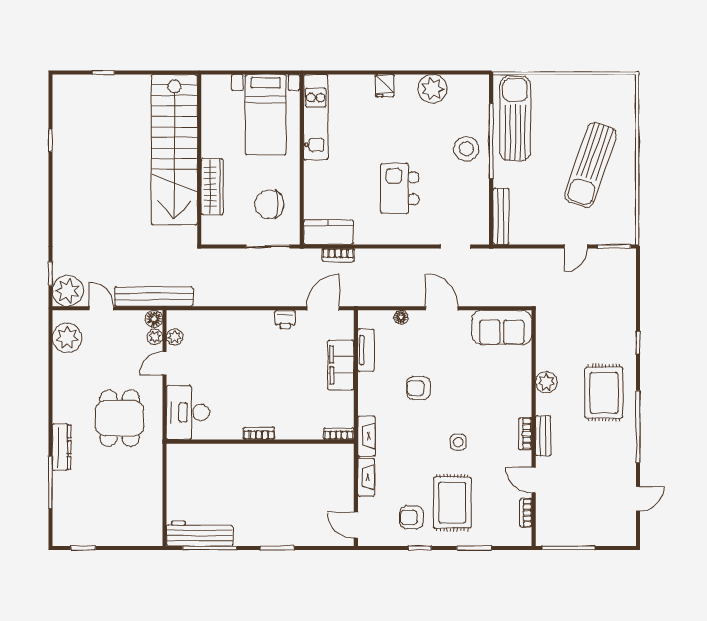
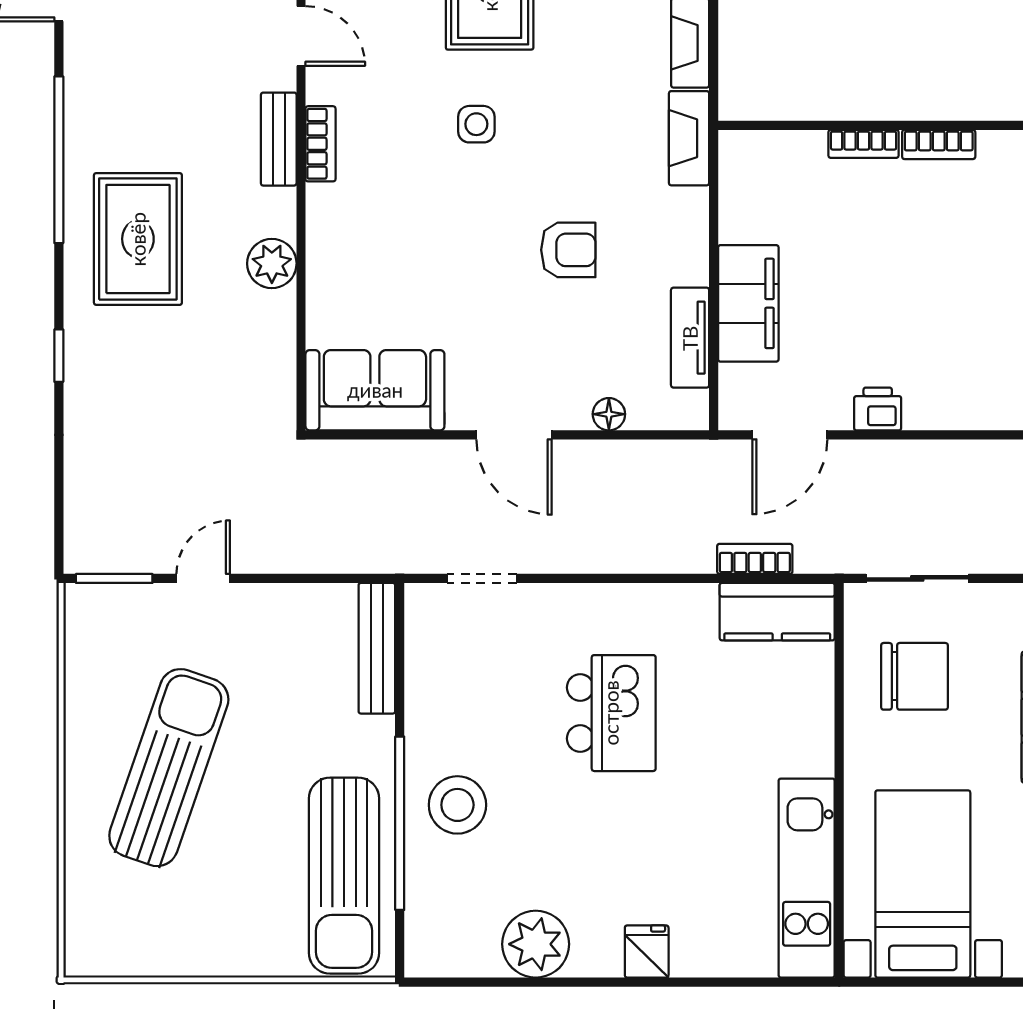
bookcase: (339, 434) -> (864, 144), moved

